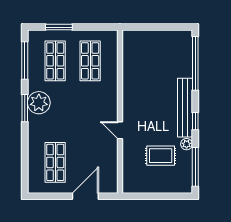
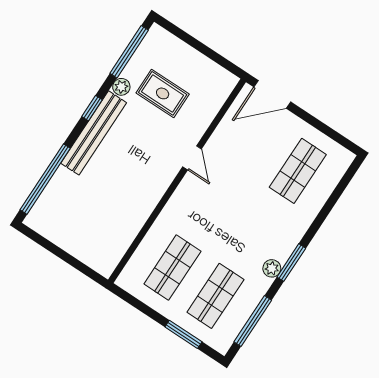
plant: (39, 103) -> (272, 268), width x0.53, depth x0.53
door: (85, 196) -> (272, 94), moved

